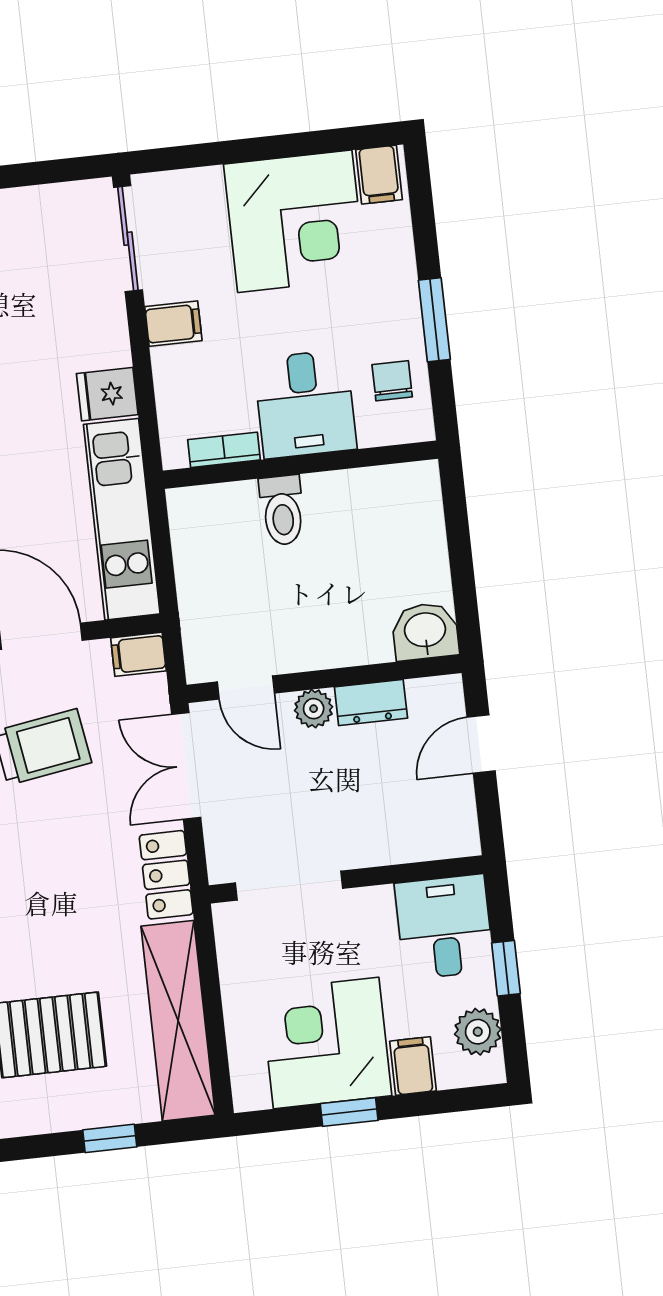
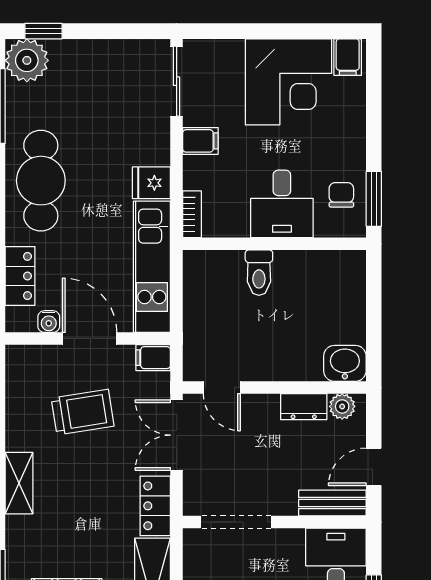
window: (434, 320) -> (374, 199), moved
bookcase: (224, 450) -> (192, 214), moved, turned 90
plant: (314, 709) -> (342, 406), moved
door: (481, 744) -> (374, 467), moved
bench: (429, 841) -> (332, 503), added

